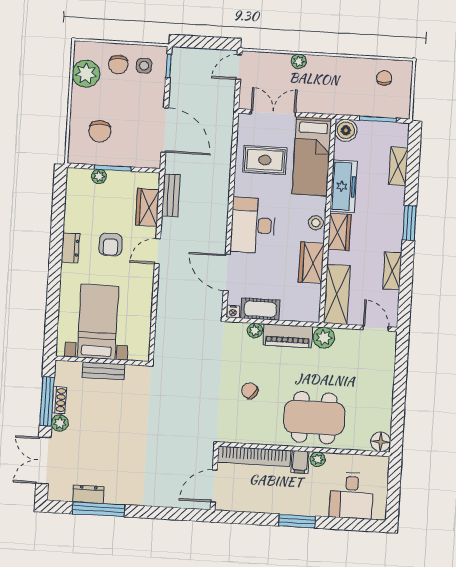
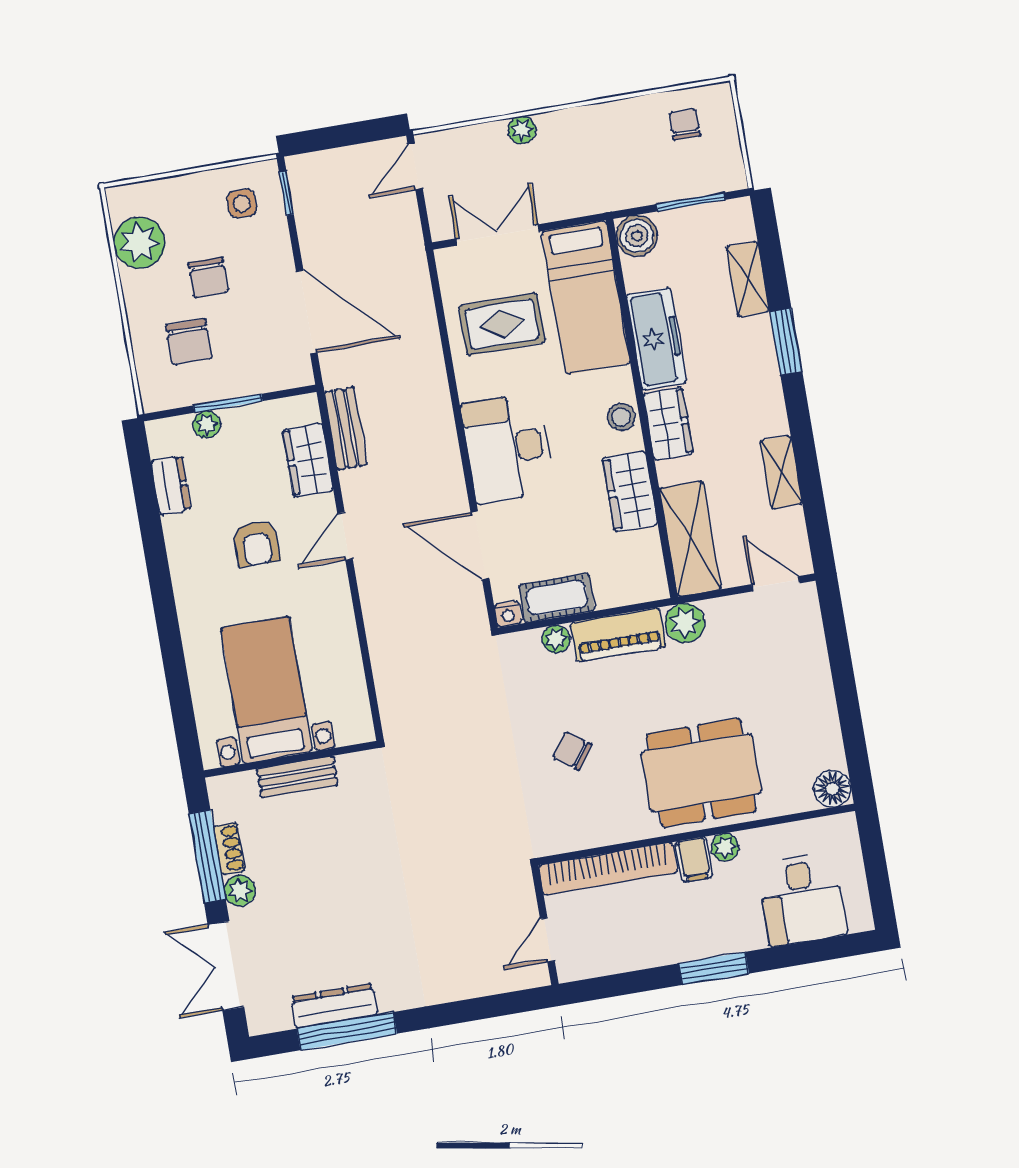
chair: (118, 65) -> (208, 277), moved
window: (409, 223) -> (786, 341), moved
dresser: (70, 248) -> (171, 485), moved
door: (214, 486) -> (547, 940), width x0.73
dresser: (88, 494) -> (334, 1006), width x1.44

